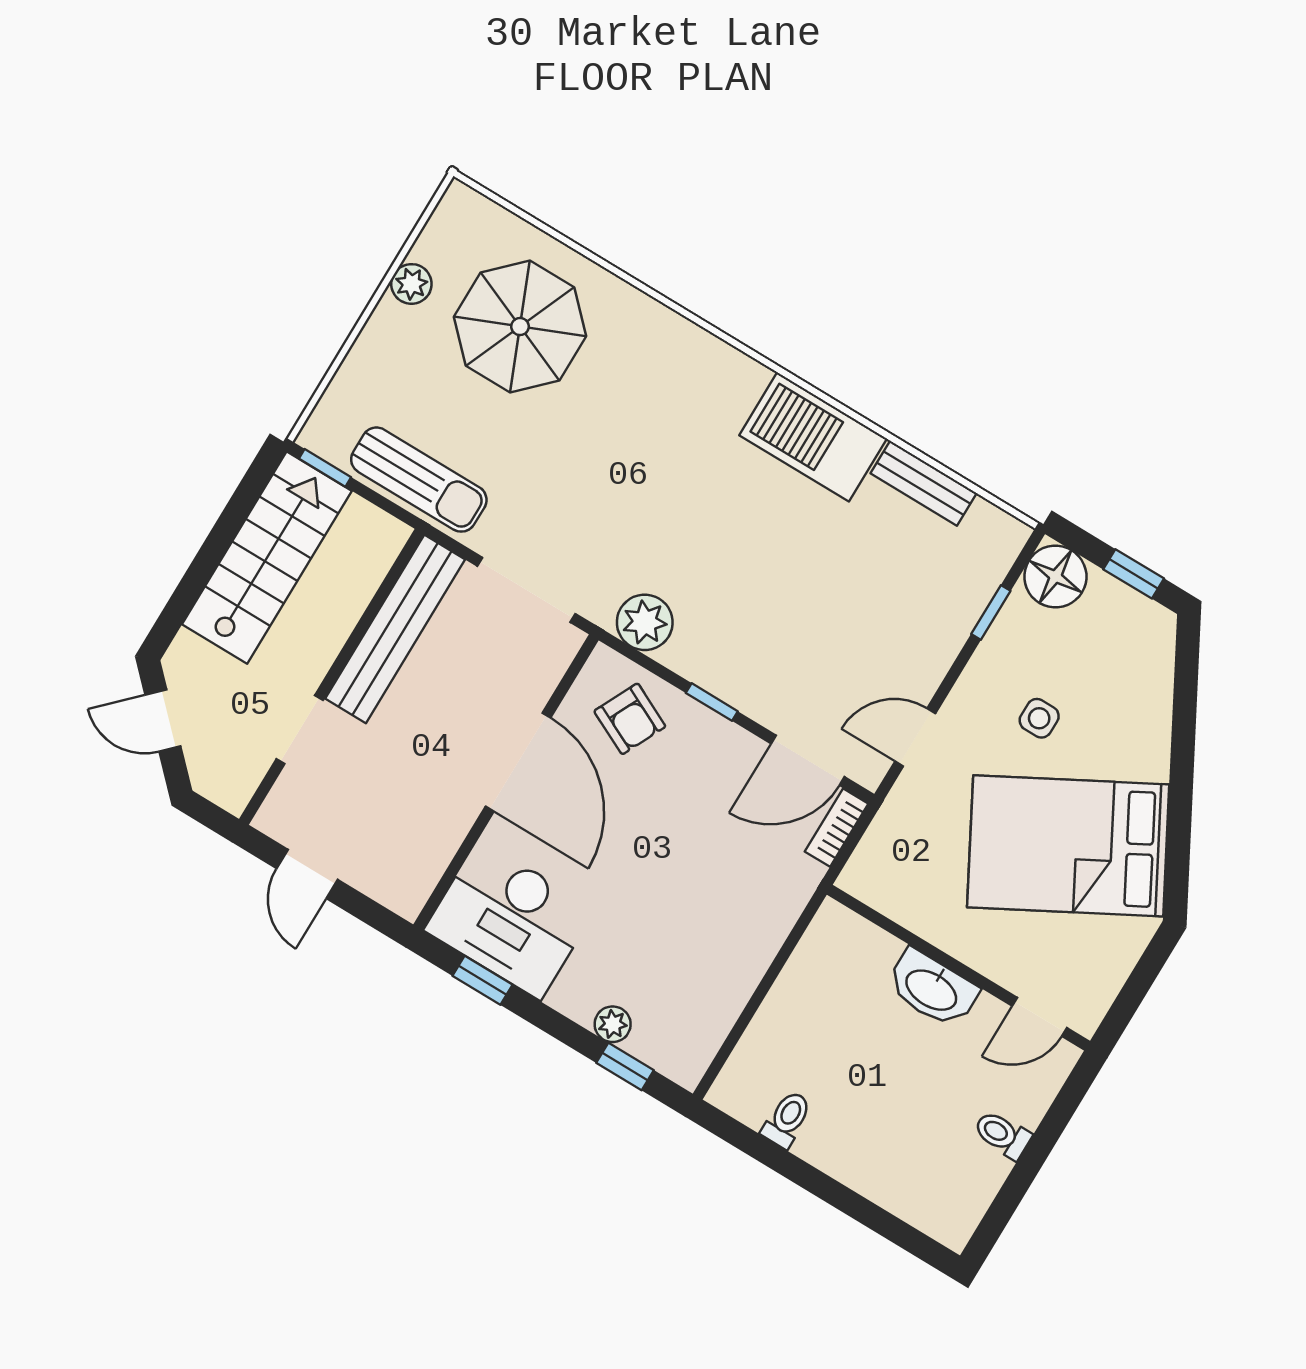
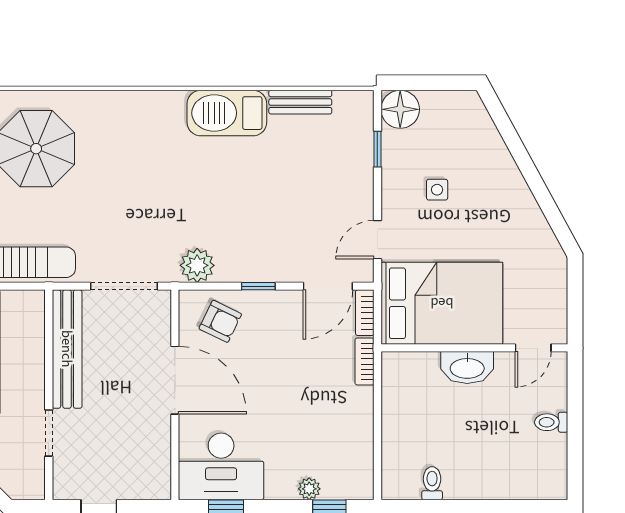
window: (1134, 574) -> (441, 83), removed
bed: (1068, 846) -> (442, 303), moved, turned -151
bookcase: (795, 895) -> (365, 361), added

